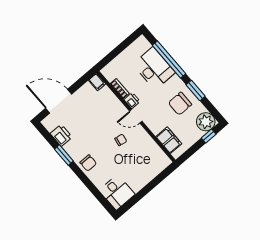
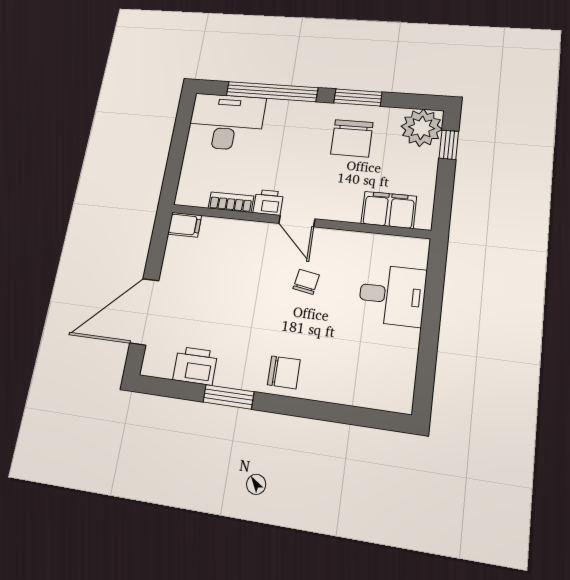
desk: (154, 68) -> (226, 122), moved
door: (136, 116) -> (297, 221), hinge flipped
desk: (117, 192) -> (392, 295), moved

